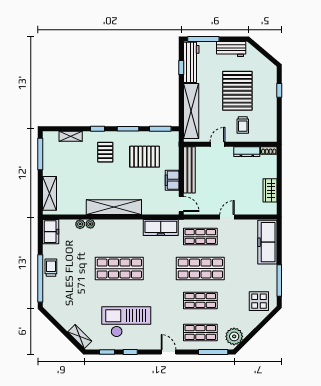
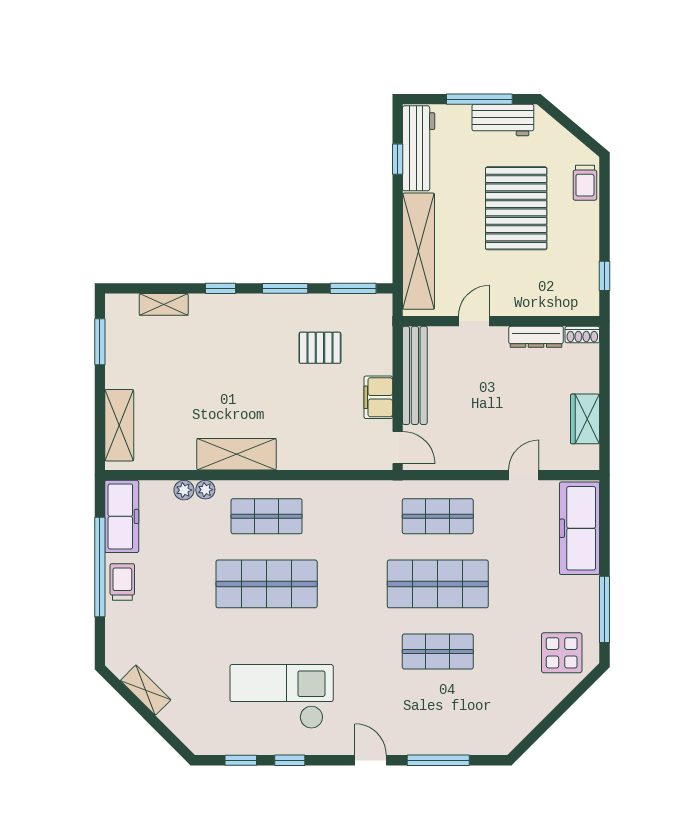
window: (203, 39) -> (479, 99), moved
window: (279, 90) -> (605, 276), moved
trolley: (243, 125) -> (585, 183), moved
pallet: (105, 152) -> (237, 338), removed
window: (40, 154) -> (100, 342), width x0.69
pallet: (145, 157) -> (320, 348), width x0.67, depth x0.71
shelving: (114, 207) -> (236, 454), width x0.68
door: (227, 217) -> (524, 475), moved
freezer: (161, 227) -> (354, 497), removed
freezer: (51, 232) -> (122, 516), width x1.40
window: (40, 278) -> (100, 567), moved
shop shelf: (200, 333) -> (267, 516), moved
plant: (234, 336) -> (509, 727), removed
shelving: (80, 337) -> (146, 690), moved
window: (213, 352) -> (438, 760), moved

